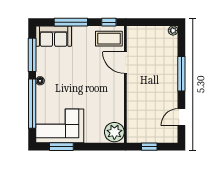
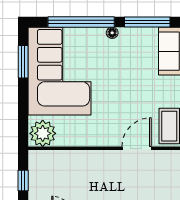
corner sofa: (60, 126) -> (59, 71), width x1.36, depth x1.36

